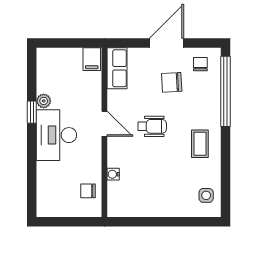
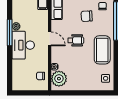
window: (32, 112) -> (10, 33), width x2.17
coffee table: (200, 144) -> (102, 50), width x1.86, depth x1.72
plant: (121, 196) -> (59, 79), added

